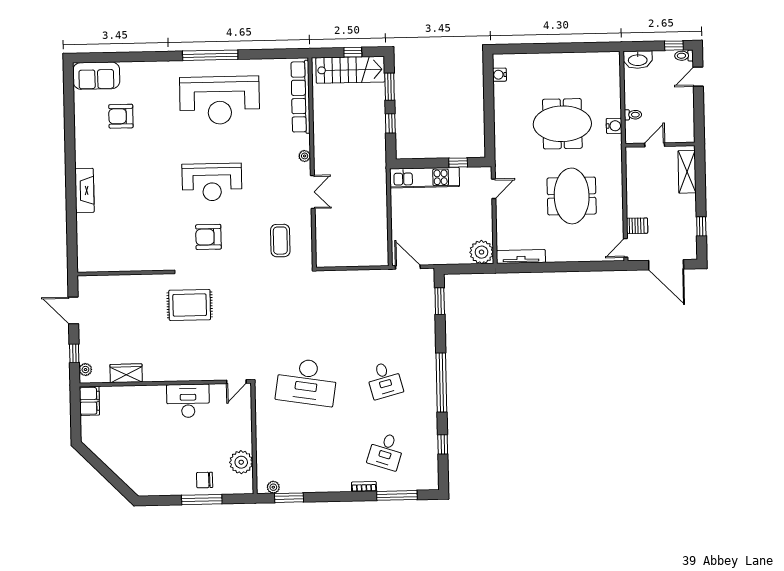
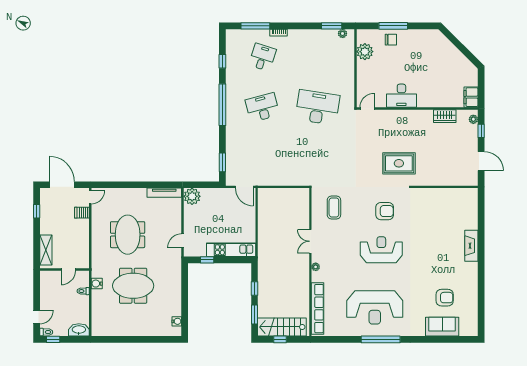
sofa: (96, 76) -> (442, 327), moved
reception desk: (220, 100) -> (375, 307), turned 180
desk: (384, 380) -> (262, 107), width x1.37

